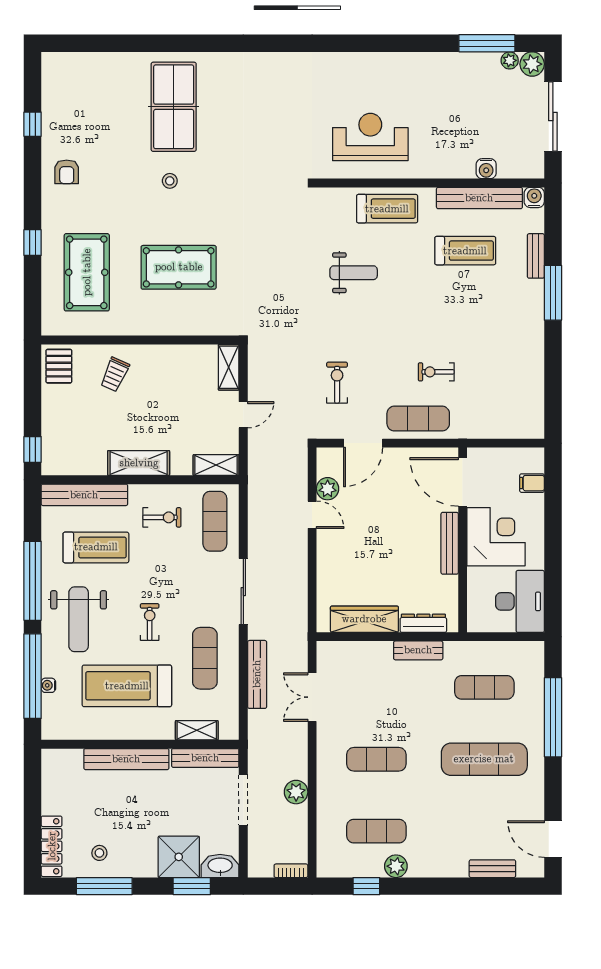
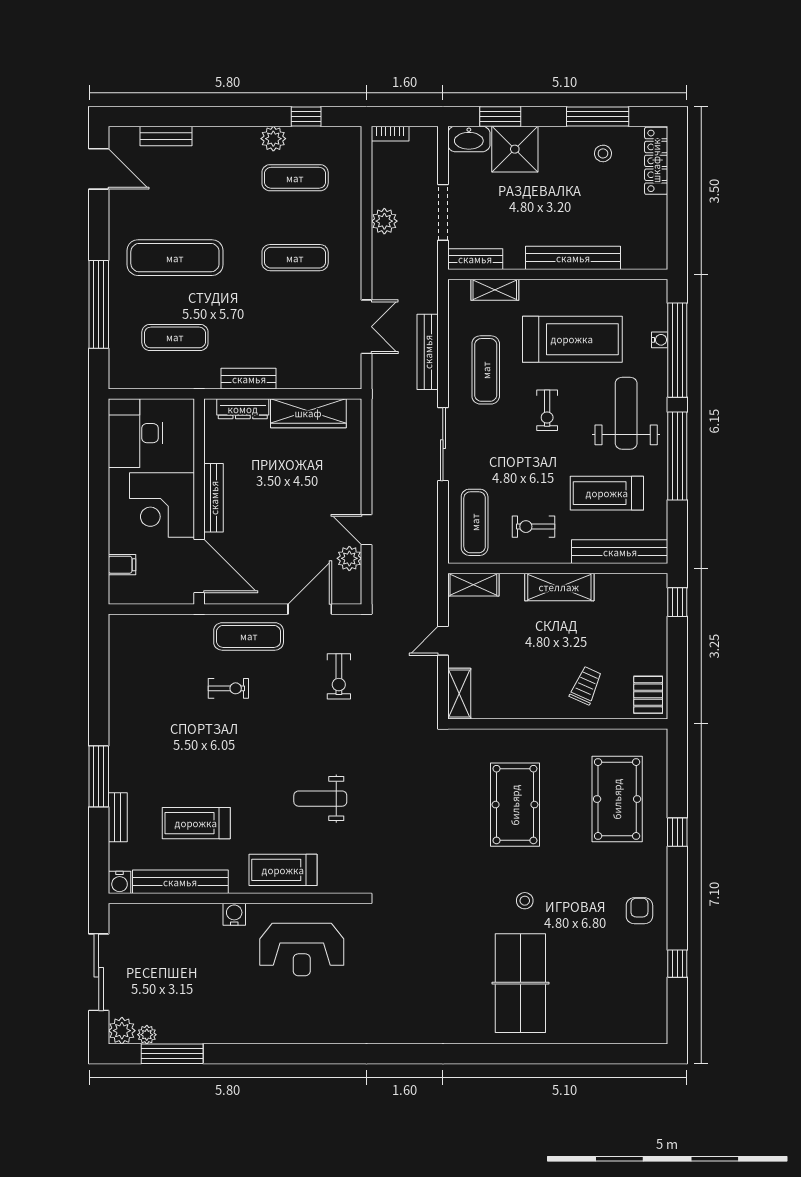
water cooler: (486, 169) -> (234, 914), moved
pool table: (179, 267) -> (515, 805), turned 90
bench: (205, 758) -> (475, 259), width x0.73

